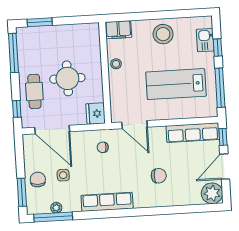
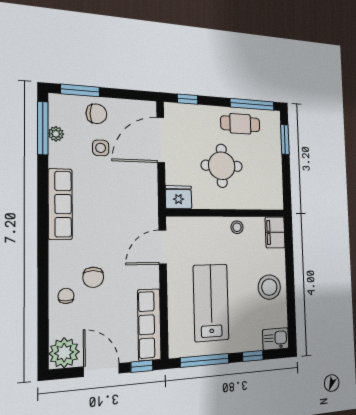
kitchen sink: (205, 40) -> (276, 339), moved
cafe table: (34, 91) -> (240, 124), moved
chair: (103, 147) -> (66, 296), moved

